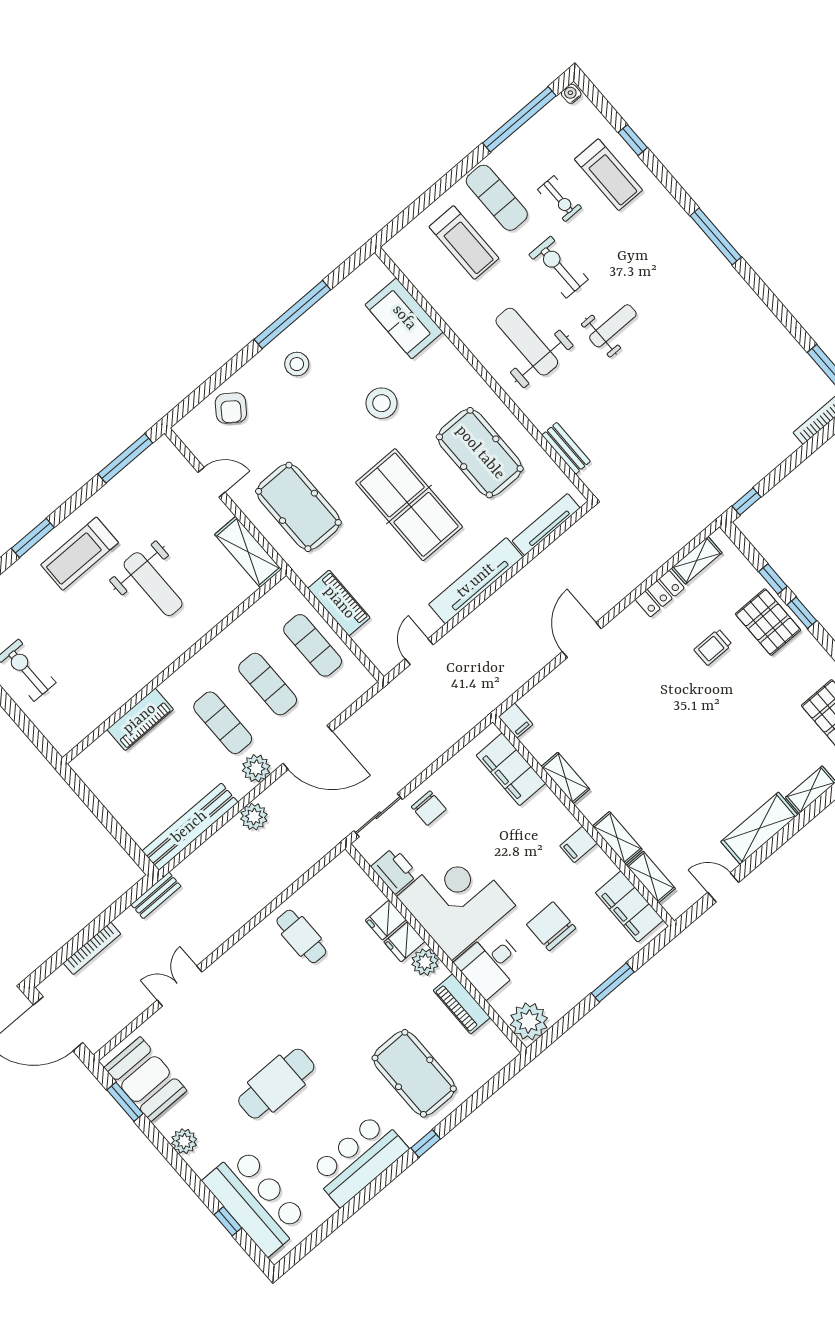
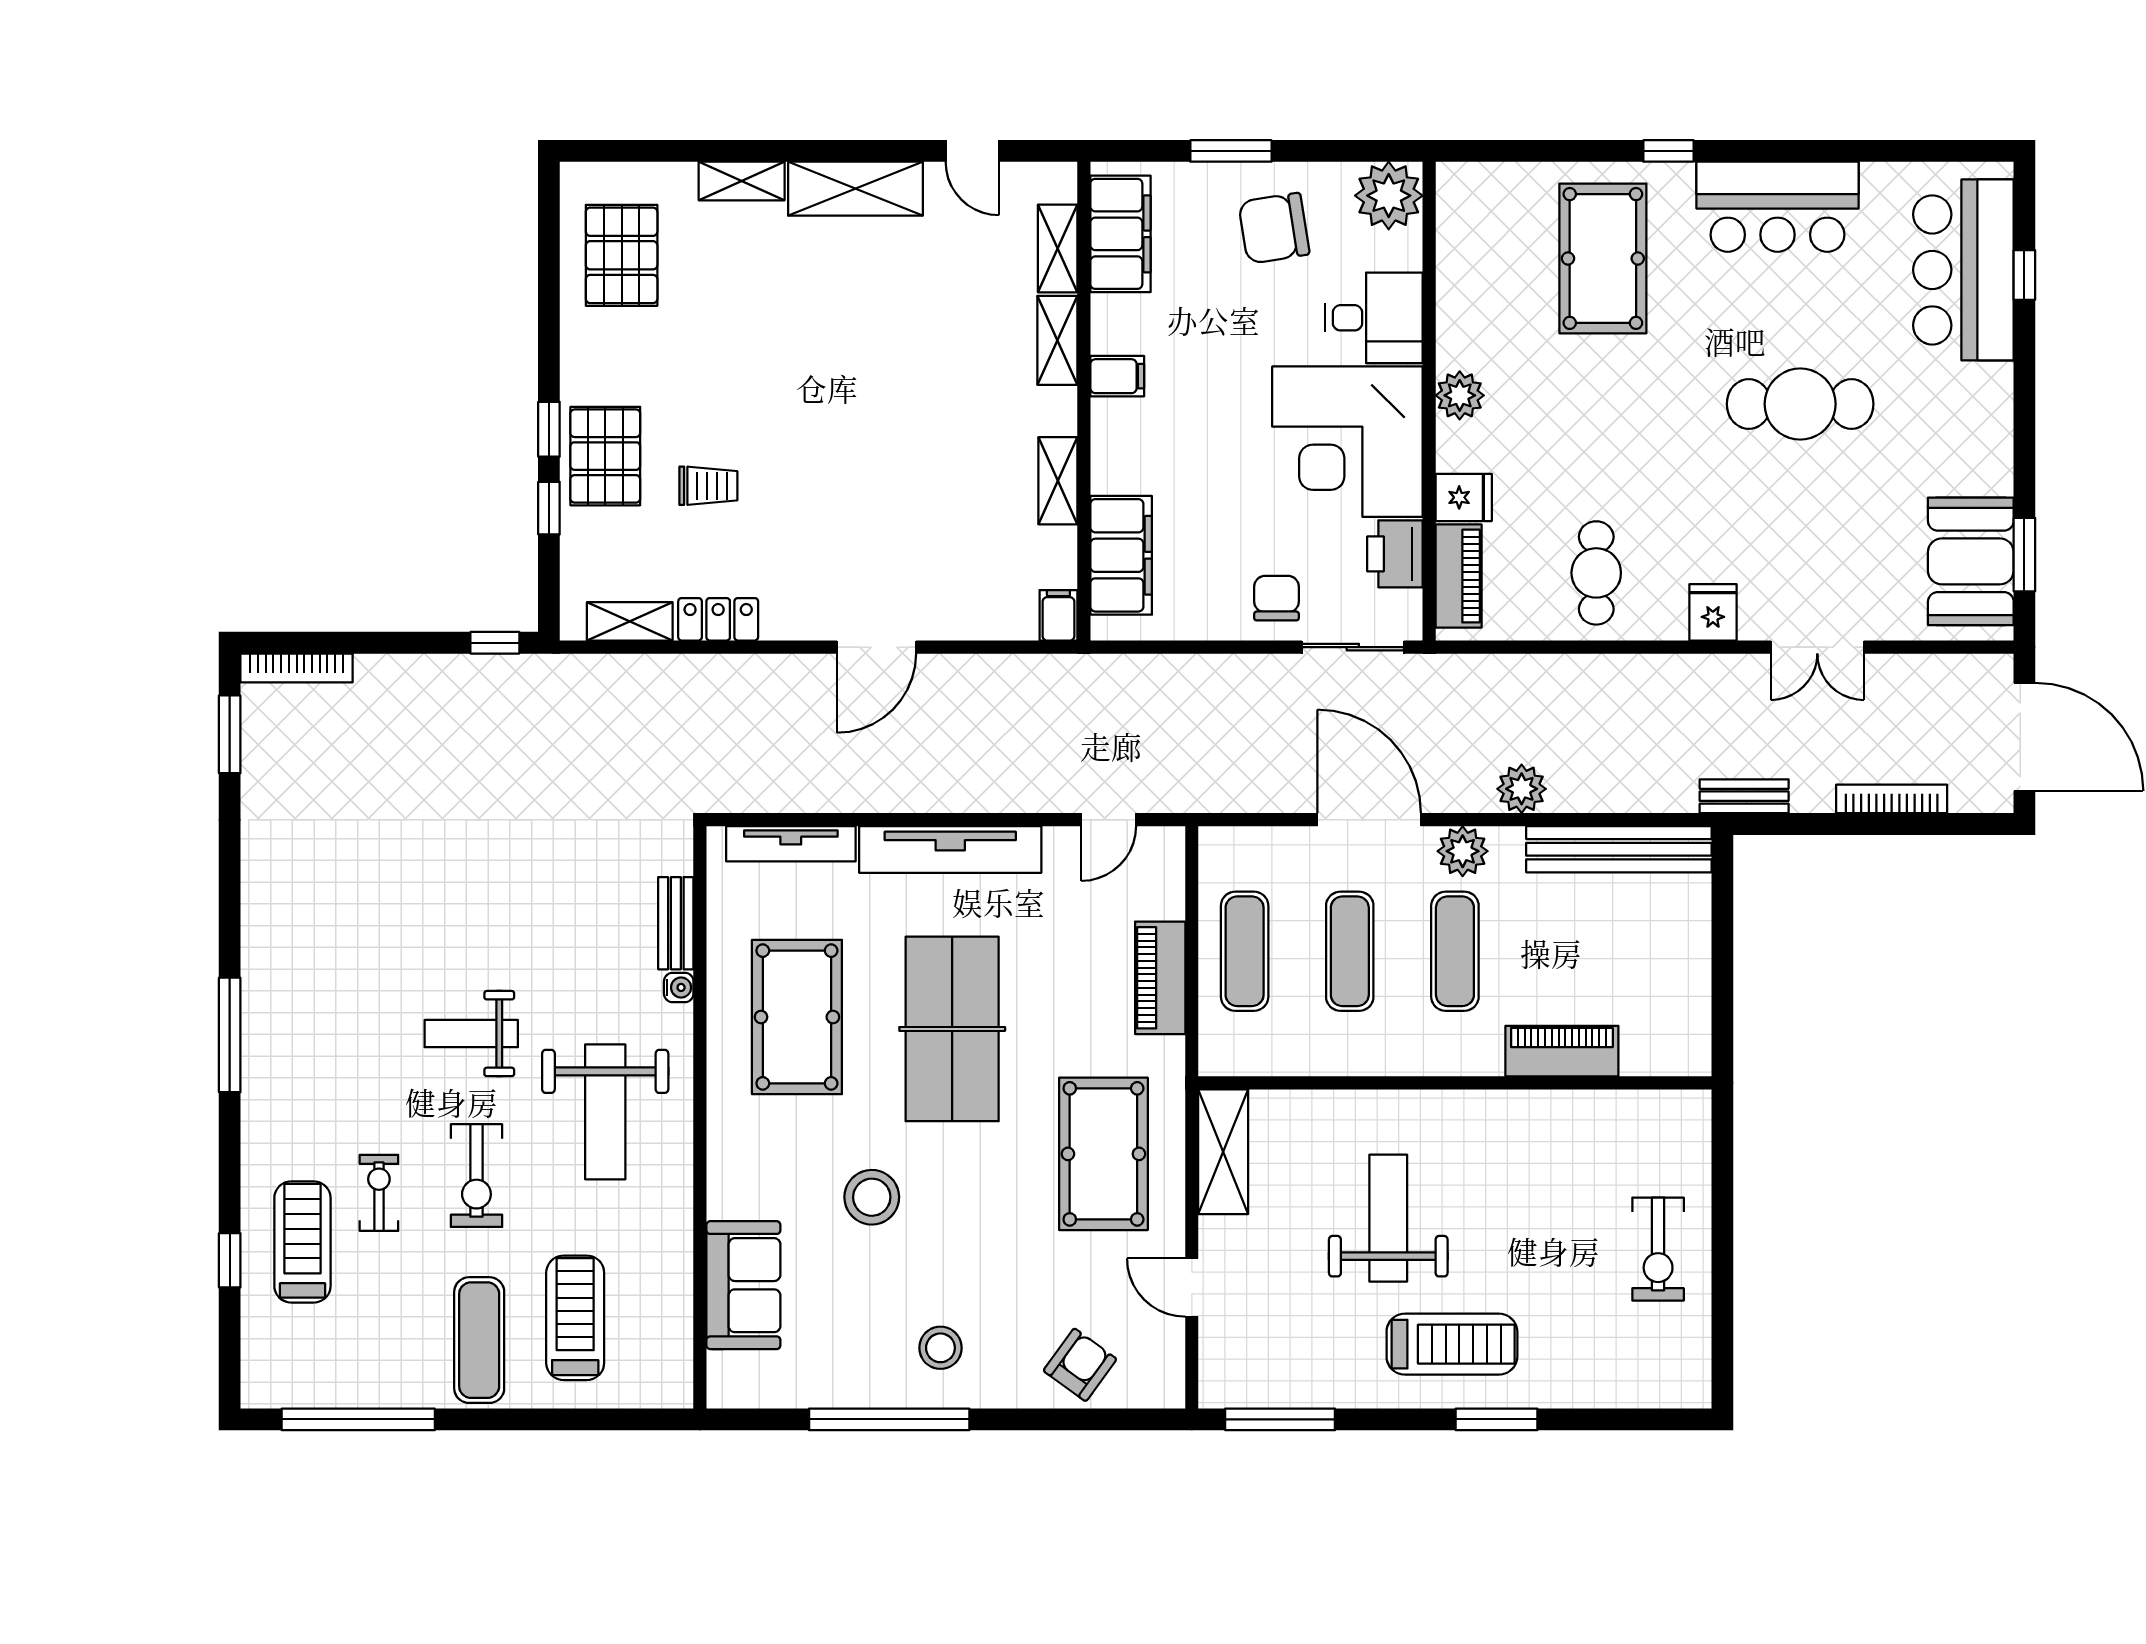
water cooler: (571, 94) -> (679, 987), moved, turned -90
exercise bike: (560, 199) -> (379, 1193), moved
chair: (551, 926) -> (1274, 228), moved, turned 81
fridge: (404, 942) -> (1713, 612), moved, turned -90
piano: (462, 1004) -> (1459, 576), moved
plant: (184, 1141) -> (1991, 433), removed

